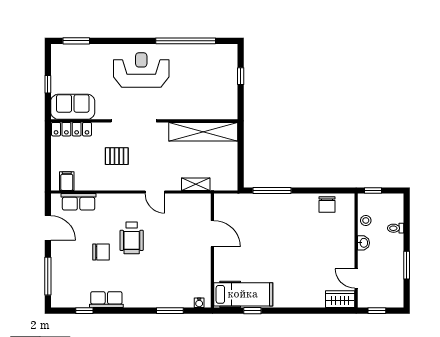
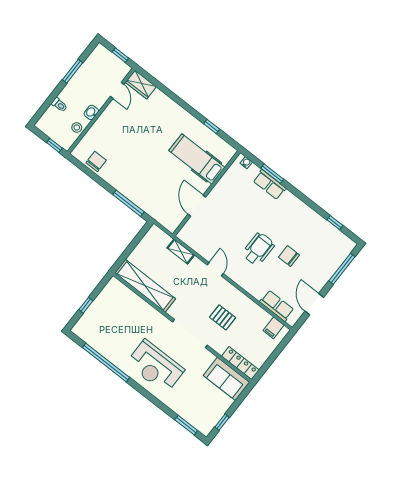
window: (48, 84) -> (222, 422), moved
hospital bed: (243, 294) -> (197, 159), moved
row of seats: (106, 300) -> (270, 185), moved

